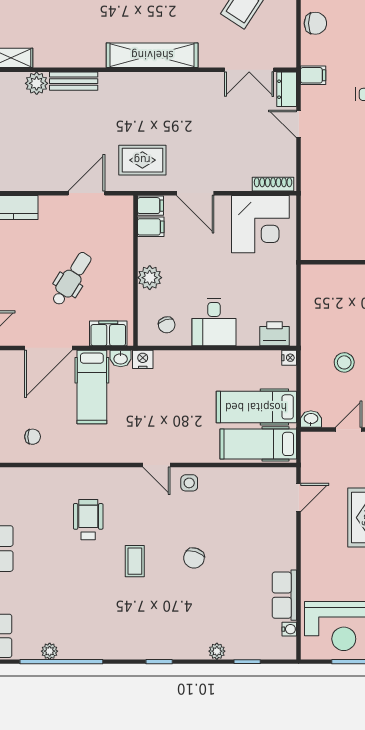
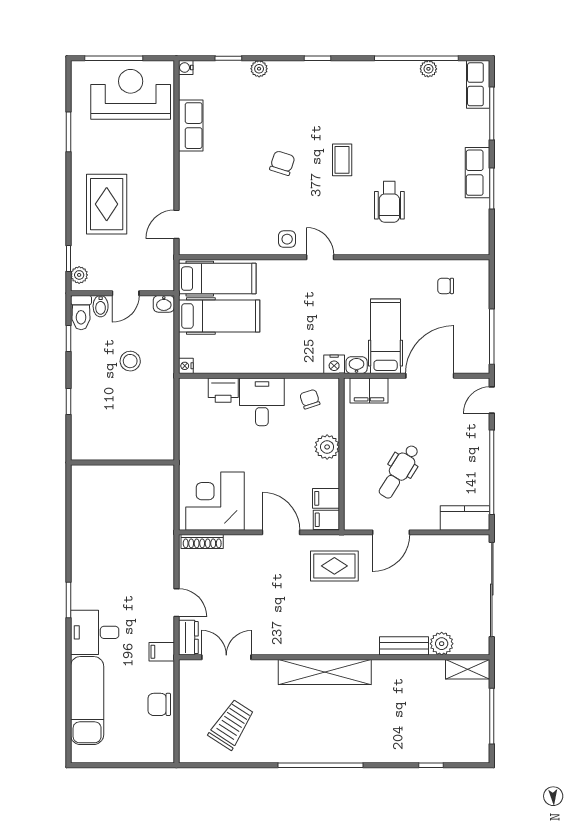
dental chair: (71, 279) -> (399, 472), moved
printer: (275, 334) -> (223, 390), moved
water cooler: (289, 629) -> (186, 68), moved

